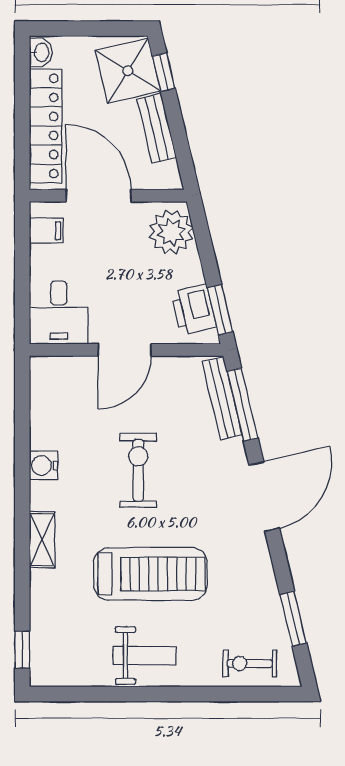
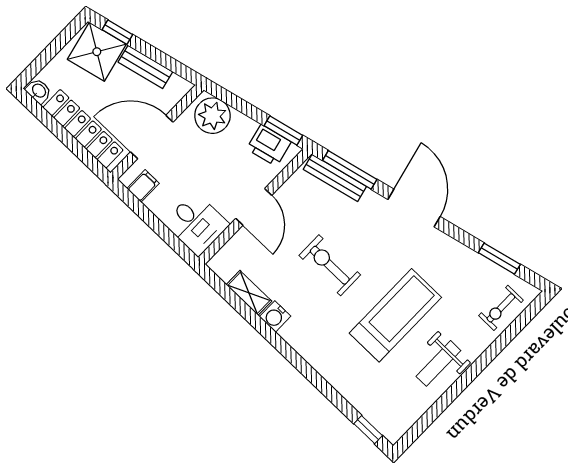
shelving: (42, 540) -> (249, 293), moved
weight bench: (144, 655) -> (438, 363), turned 180

